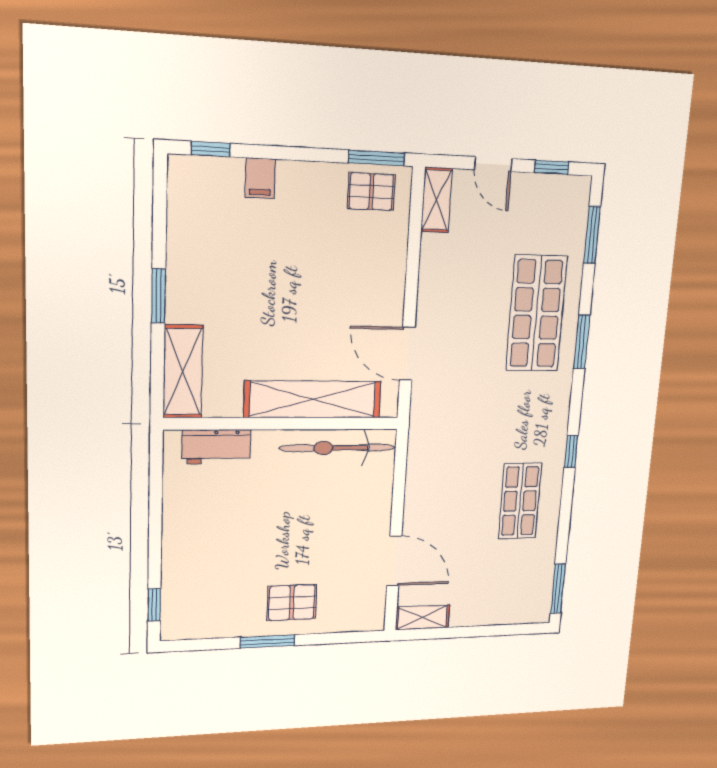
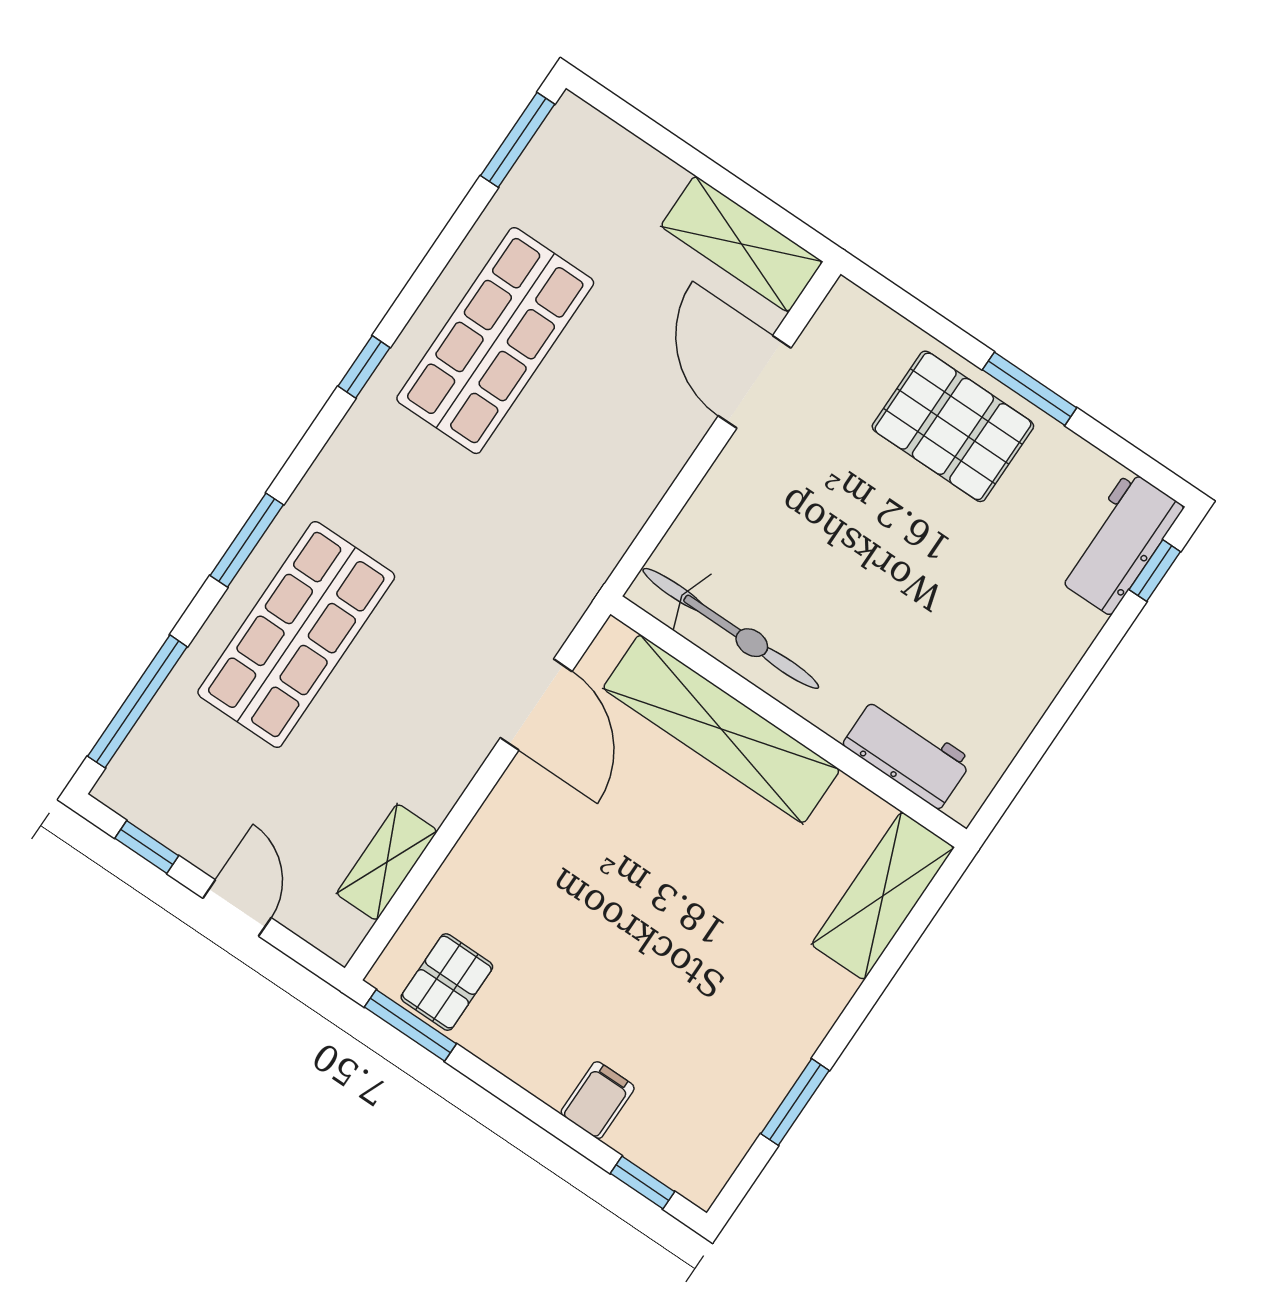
pallet: (371, 192) -> (447, 982), turned 90
shelving: (436, 200) -> (387, 862), moved
window: (592, 235) -> (137, 701), width x1.44
window: (158, 296) -> (795, 1102), moved
shop shelf: (520, 501) -> (495, 341), width x1.43, depth x1.36
pallet: (292, 603) -> (953, 426), width x1.50, depth x1.42
workbench: (180, 606) -> (1120, 543), added
shelving: (423, 617) -> (742, 244), width x1.50, depth x1.33

